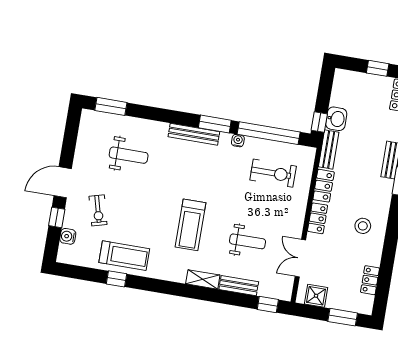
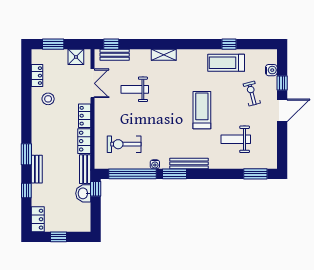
treadmill: (190, 225) -> (202, 110), moved
stool: (363, 226) -> (48, 99), moved
bench: (239, 286) -> (115, 55), moved

